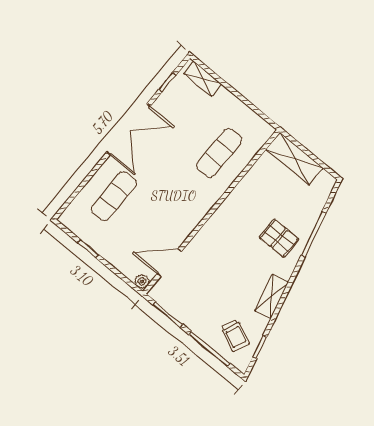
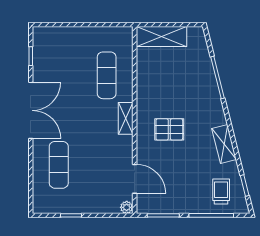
shelving: (203, 79) -> (126, 118), moved, turned 90
pallet: (279, 238) -> (169, 129), moved
door: (169, 263) -> (135, 179), swing flipped
trolley: (235, 335) -> (221, 192), turned -114

